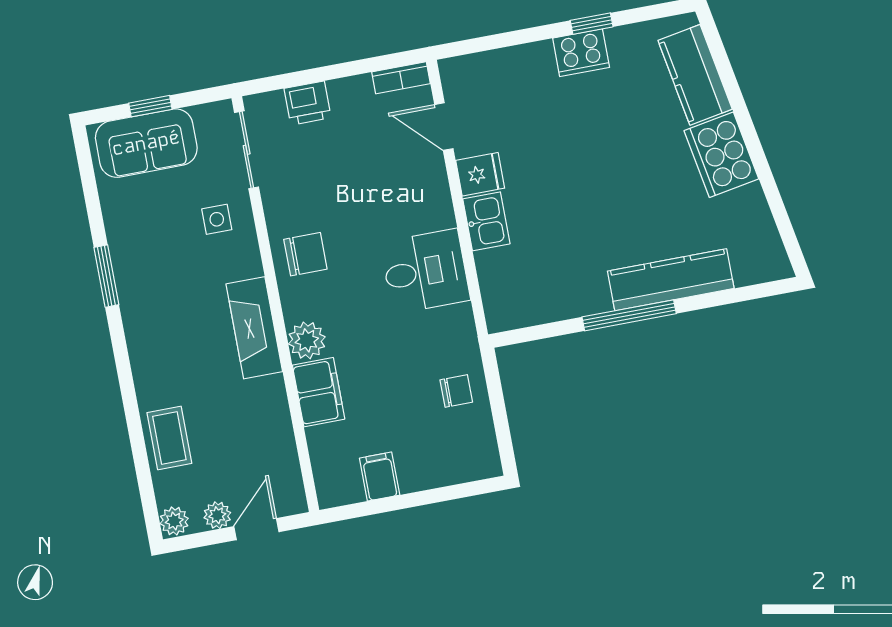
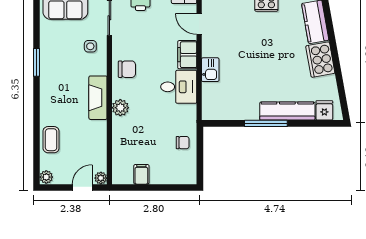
fridge: (480, 174) -> (324, 110), moved, turned -90
filing cabinet: (319, 392) -> (187, 55), moved, turned 180
plant: (217, 515) -> (101, 178), moved

